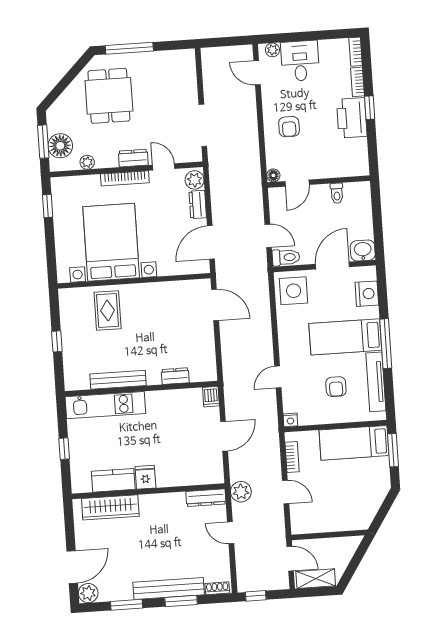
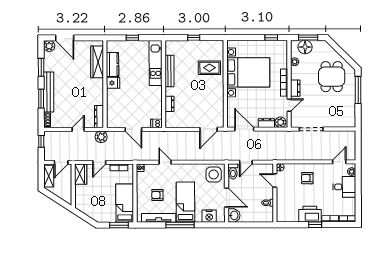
dining table: (109, 96) -> (332, 77), turned 90
wardrobe: (308, 523) -> (81, 174), added

